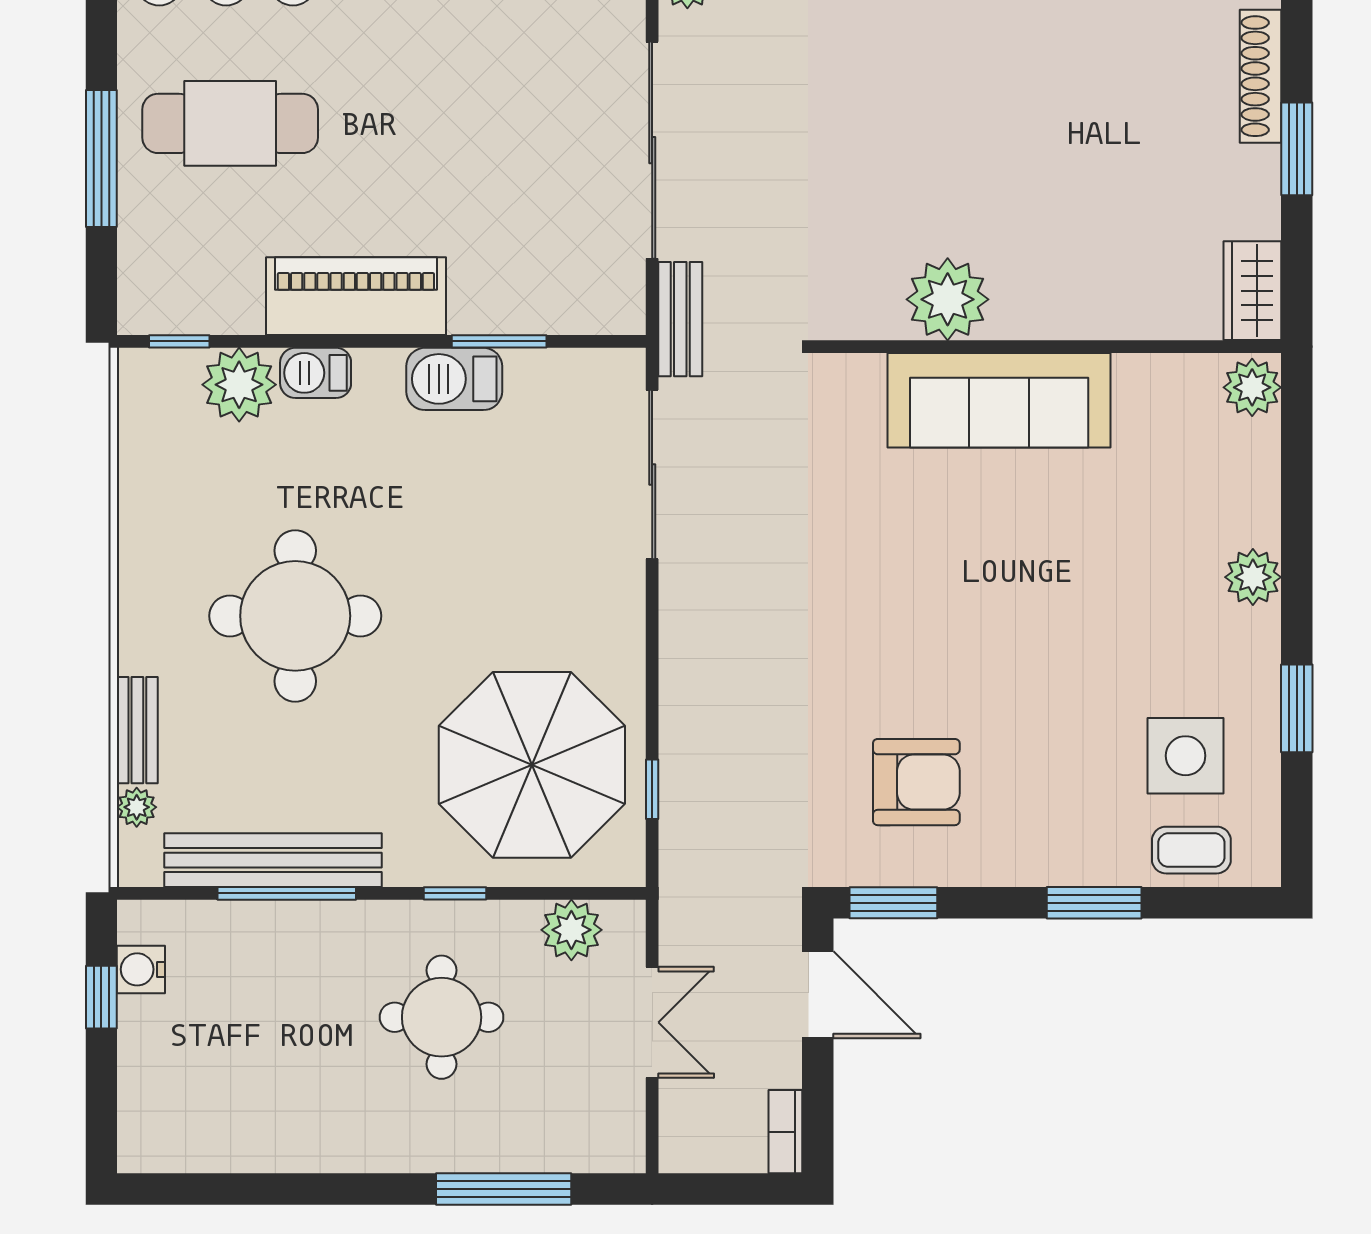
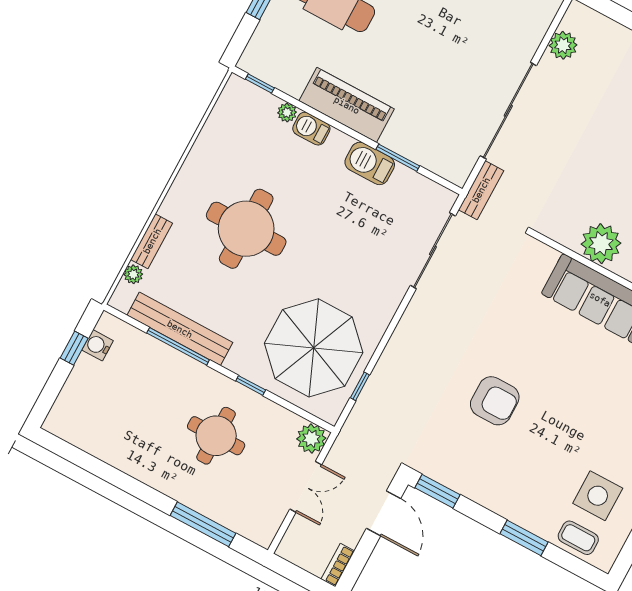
plant: (239, 385) -> (287, 113), width x0.53, depth x0.53
armchair: (916, 782) -> (495, 401), moved
plant: (571, 930) -> (311, 439), moved

